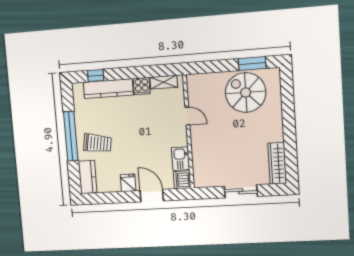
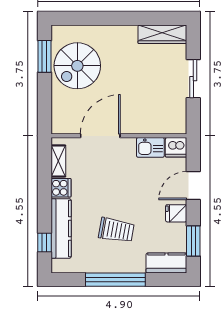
door: (187, 116) -> (100, 136), width x1.87
trolley: (97, 143) -> (116, 230), moved, turned 91
window: (107, 198) -> (193, 241), added

